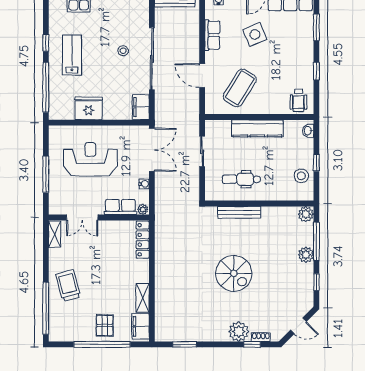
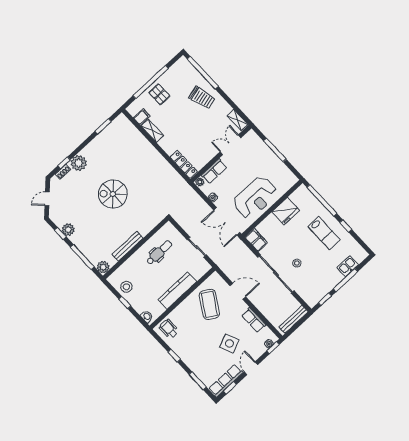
reception desk: (90, 159) -> (255, 198), moved
bench: (239, 212) -> (128, 246), moved
plant: (306, 255) -> (68, 230), moved
filing cabinet: (140, 326) -> (142, 117), width x0.50

